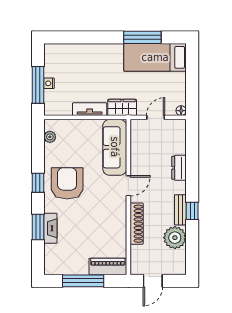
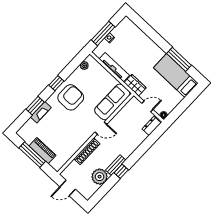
tv unit: (90, 109) -> (114, 67), width x1.41
dresser: (179, 168) -> (151, 126), moved
piano: (108, 266) -> (43, 151), moved

